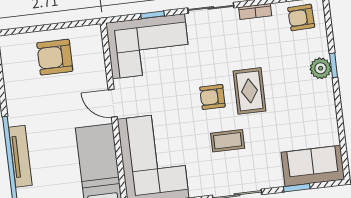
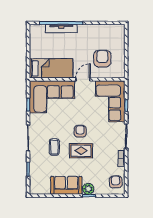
armchair: (55, 57) -> (102, 59), moved
coffee table: (228, 141) -> (54, 147), moved
sofa: (313, 166) -> (66, 185), moved, turned -90

